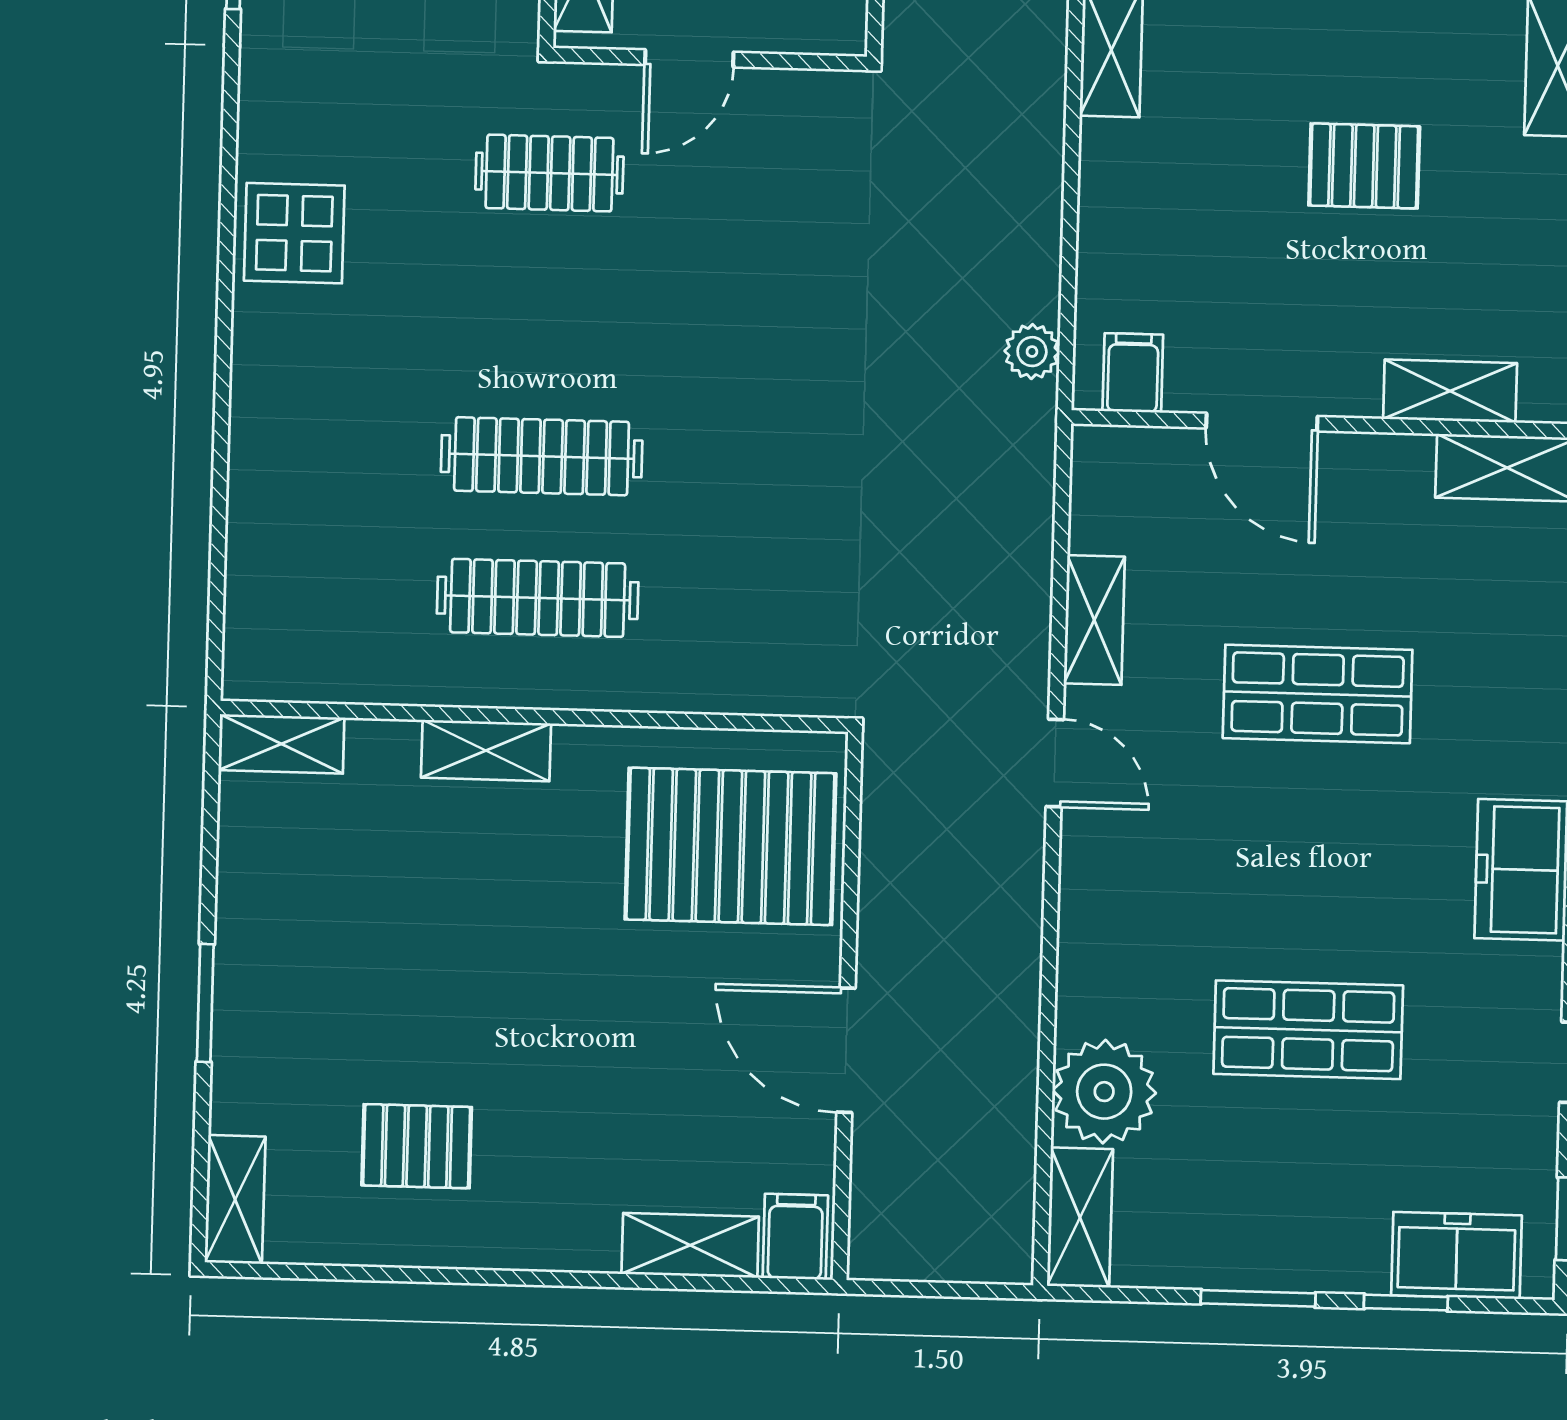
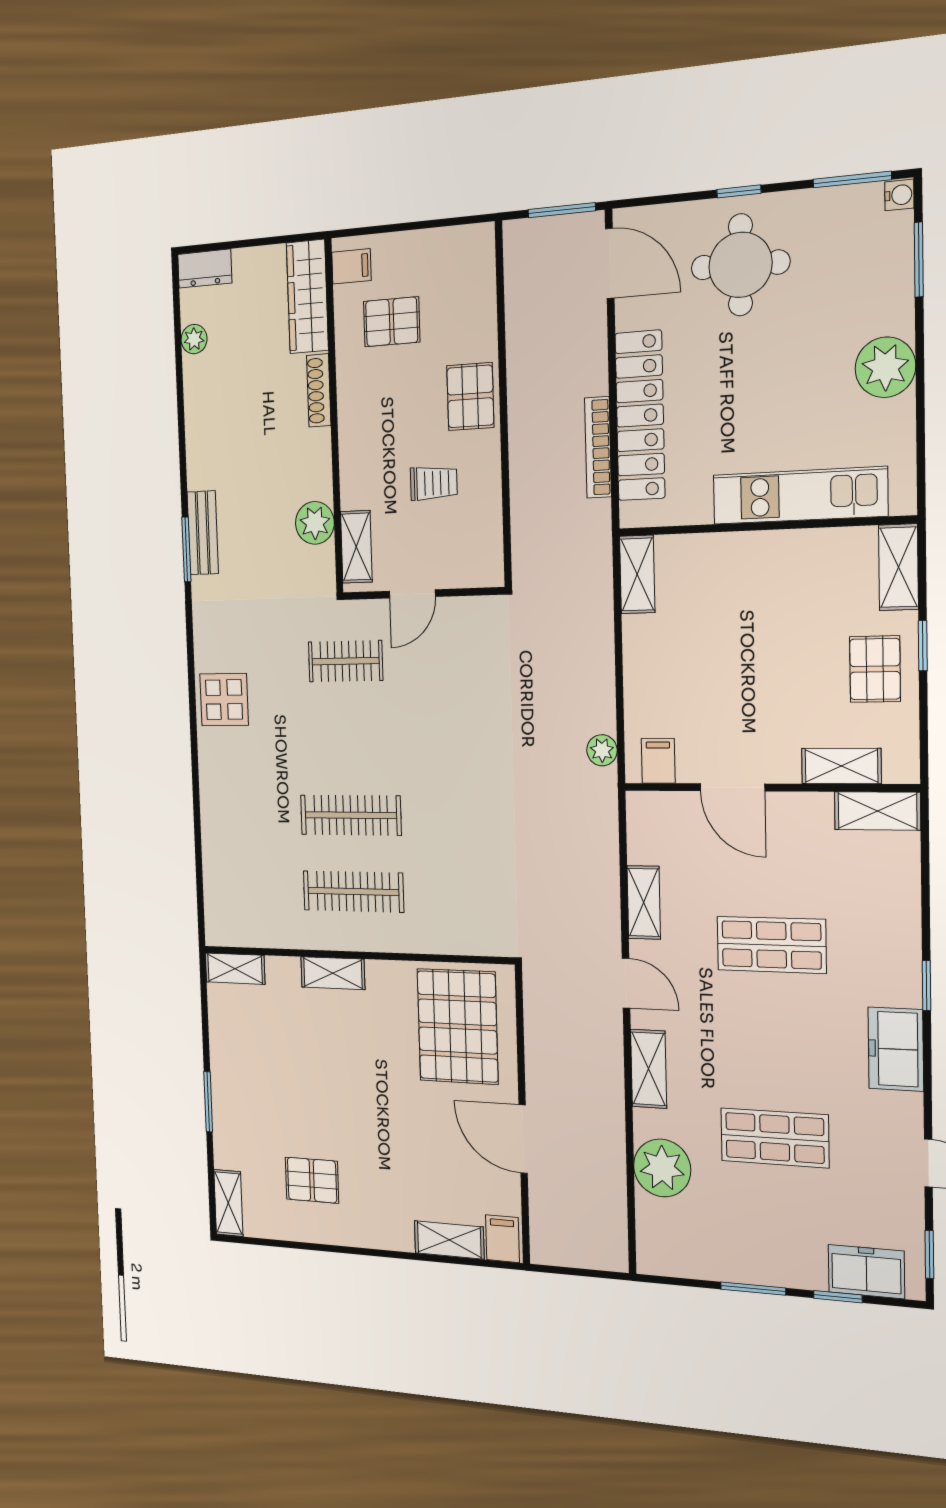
pallet: (1364, 166) -> (875, 669), moved, turned 90
pallet: (730, 846) -> (458, 1026), turned 90
shelving: (1080, 1217) -> (649, 1069), moved

